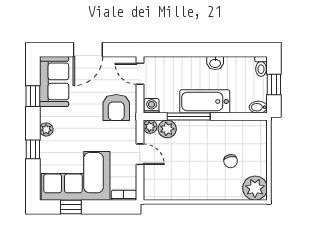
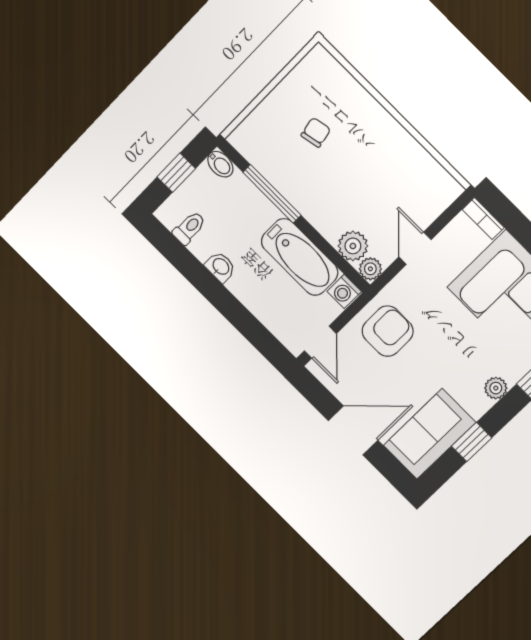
toilet: (261, 66) -> (189, 228), moved
bathtub: (205, 101) -> (300, 257), moved
window: (189, 117) -> (272, 194), moved
plant: (255, 188) -> (319, 70), removed

